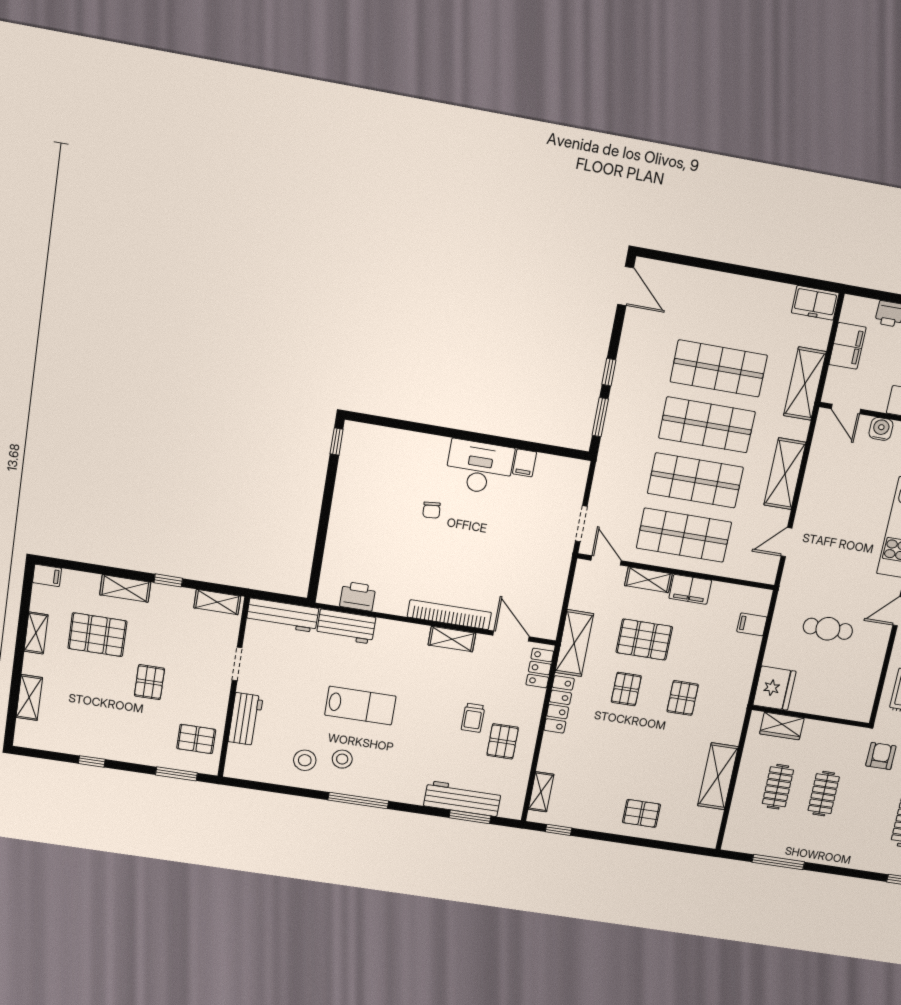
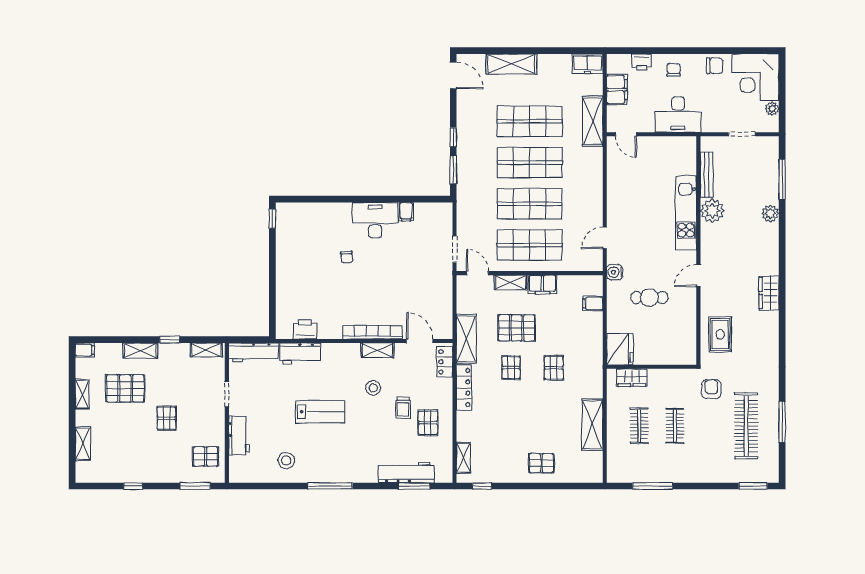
water cooler: (881, 429) -> (615, 272), moved, turned -90
shelving: (785, 474) -> (511, 64), moved, turned 90
stool: (342, 759) -> (373, 388), moved

